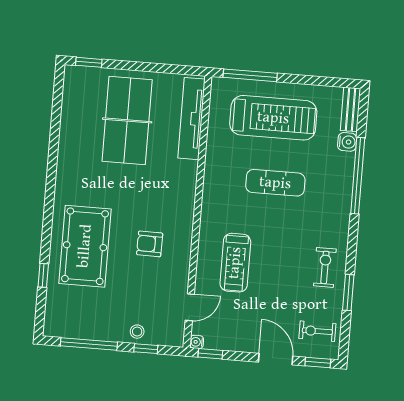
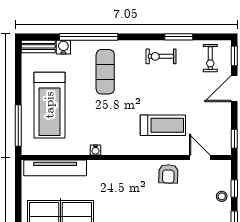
treadmill: (273, 118) -> (49, 105), turned 180
exercise mat: (275, 183) -> (105, 72), moved
armchair: (150, 244) -> (168, 174), moved
water cooler: (197, 342) -> (95, 150), moved

